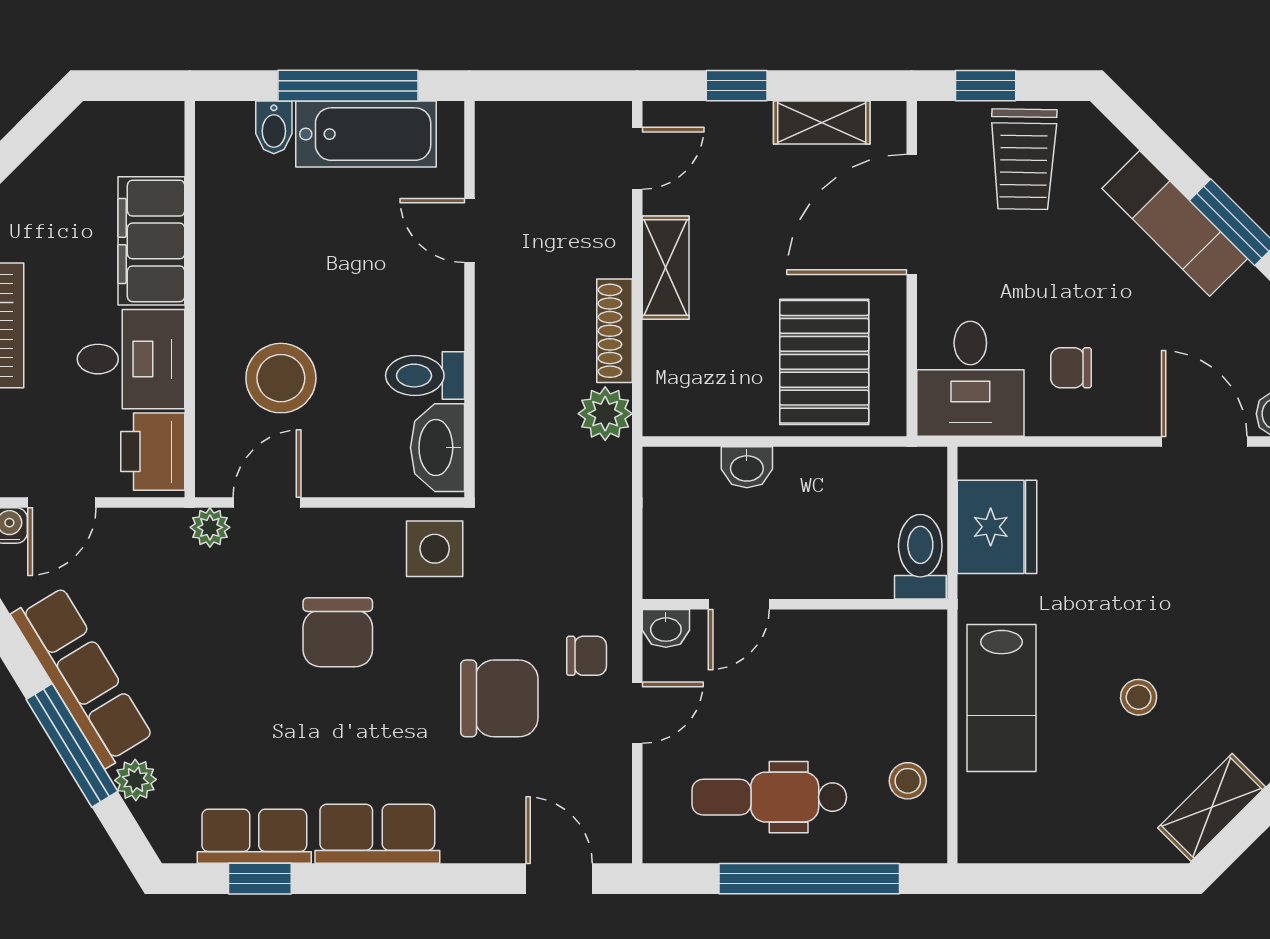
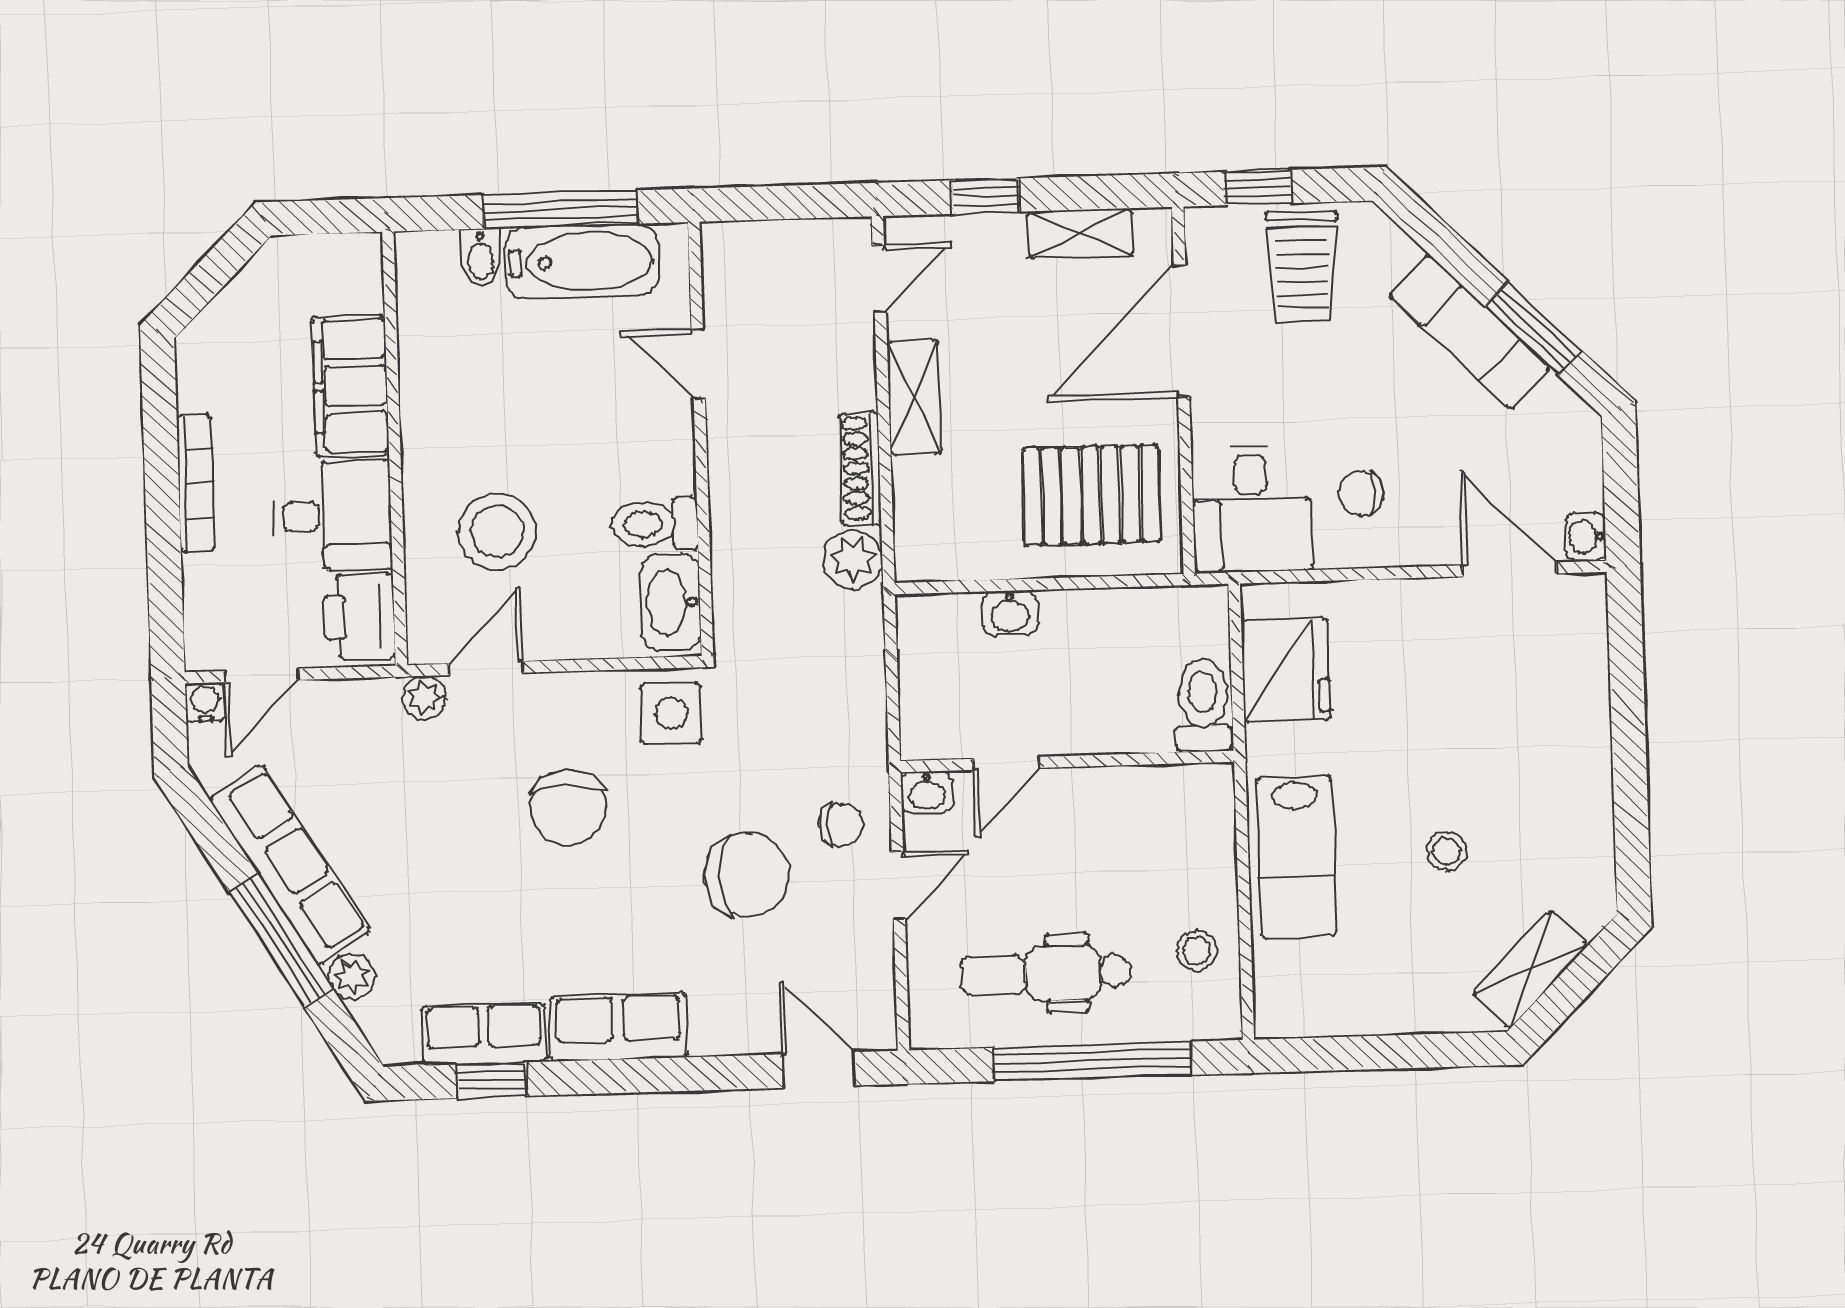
pallet: (824, 362) -> (1091, 495), turned 90

